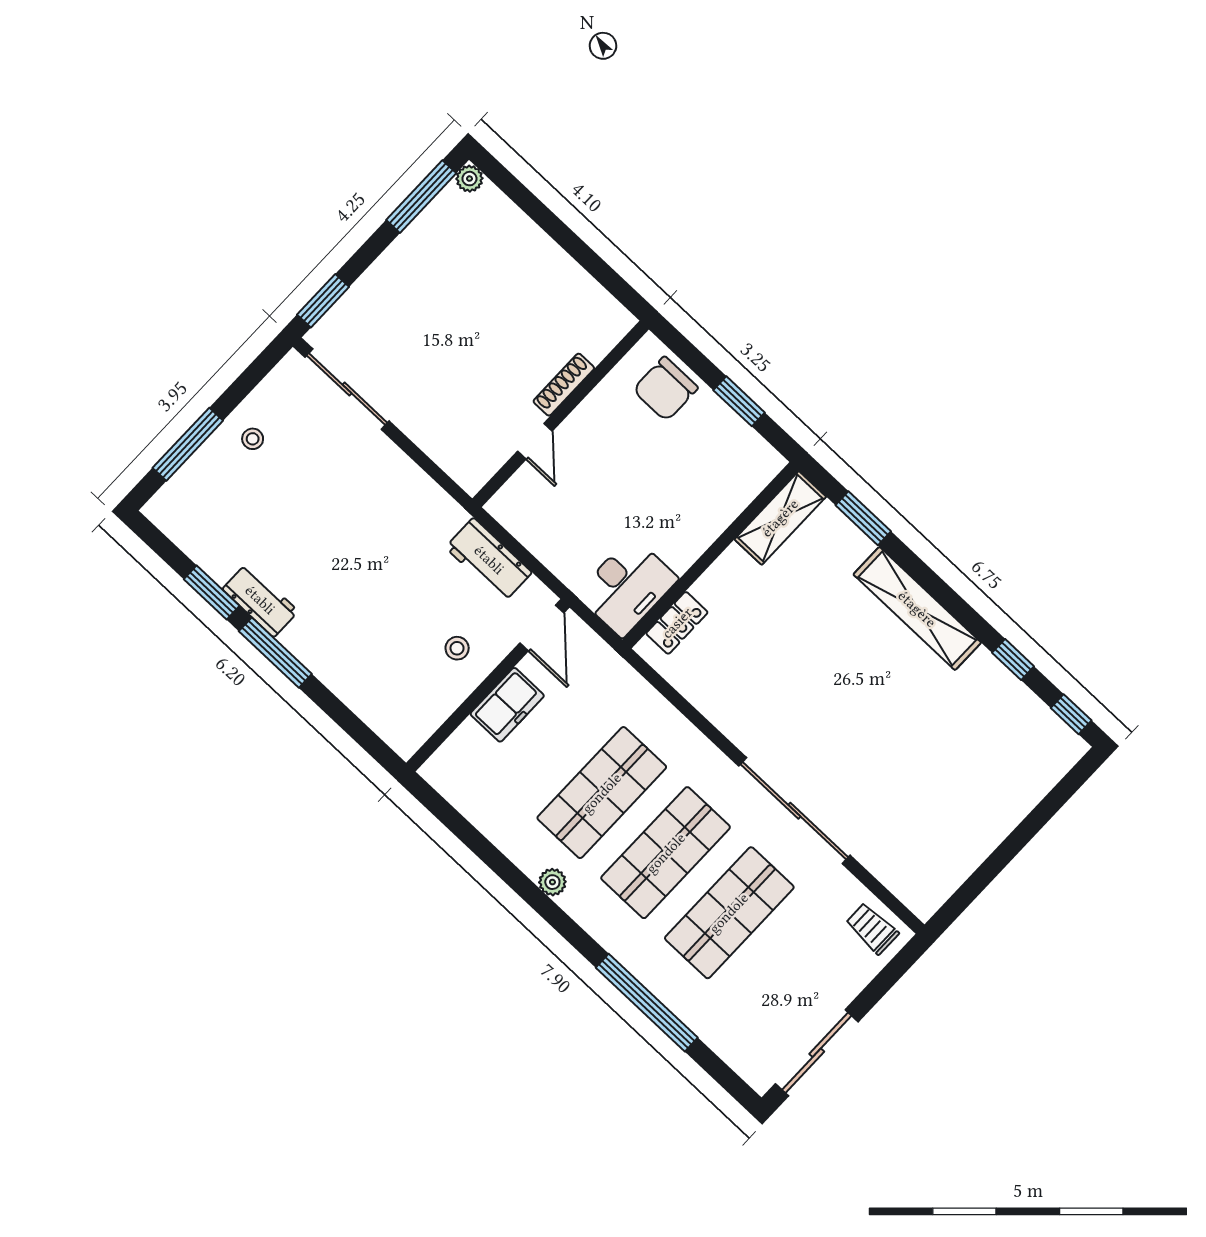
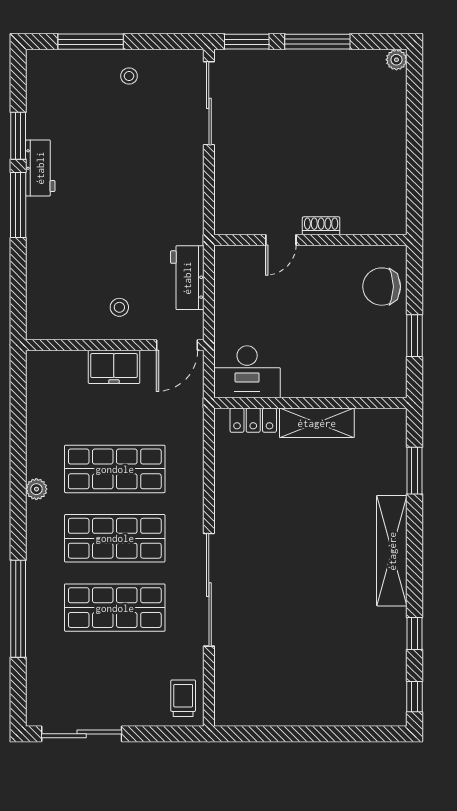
window: (421, 197) -> (317, 42), moved
shoe rack: (564, 385) -> (321, 226), width x0.70
shelving: (780, 518) -> (317, 423), moved

